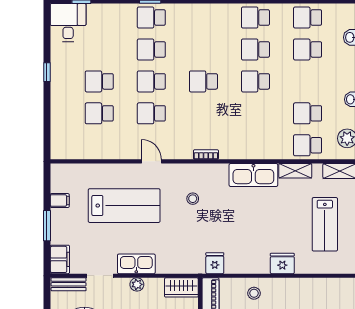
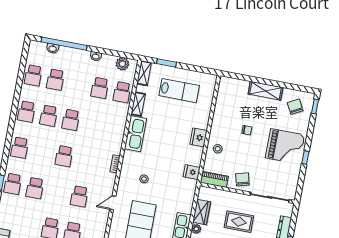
school desk: (151, 81) -> (20, 148), moved
fridge: (282, 264) -> (198, 137), moved
wardrobe: (181, 287) -> (202, 212), moved

